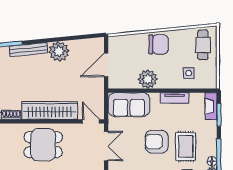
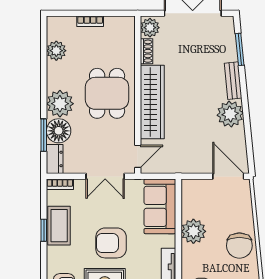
bench: (28, 50) -> (233, 81), width x0.73
door: (106, 65) -> (228, 176), moved
armchair: (157, 142) -> (111, 243), turned -90

